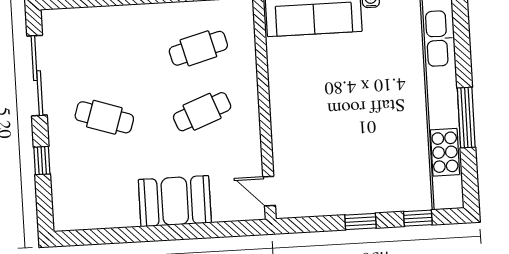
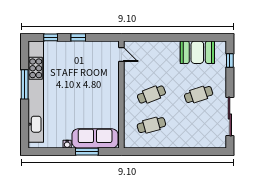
cafe table: (104, 117) -> (199, 95), turned -36
window: (42, 161) -> (230, 61), moved
booth: (175, 201) -> (197, 52), moved

